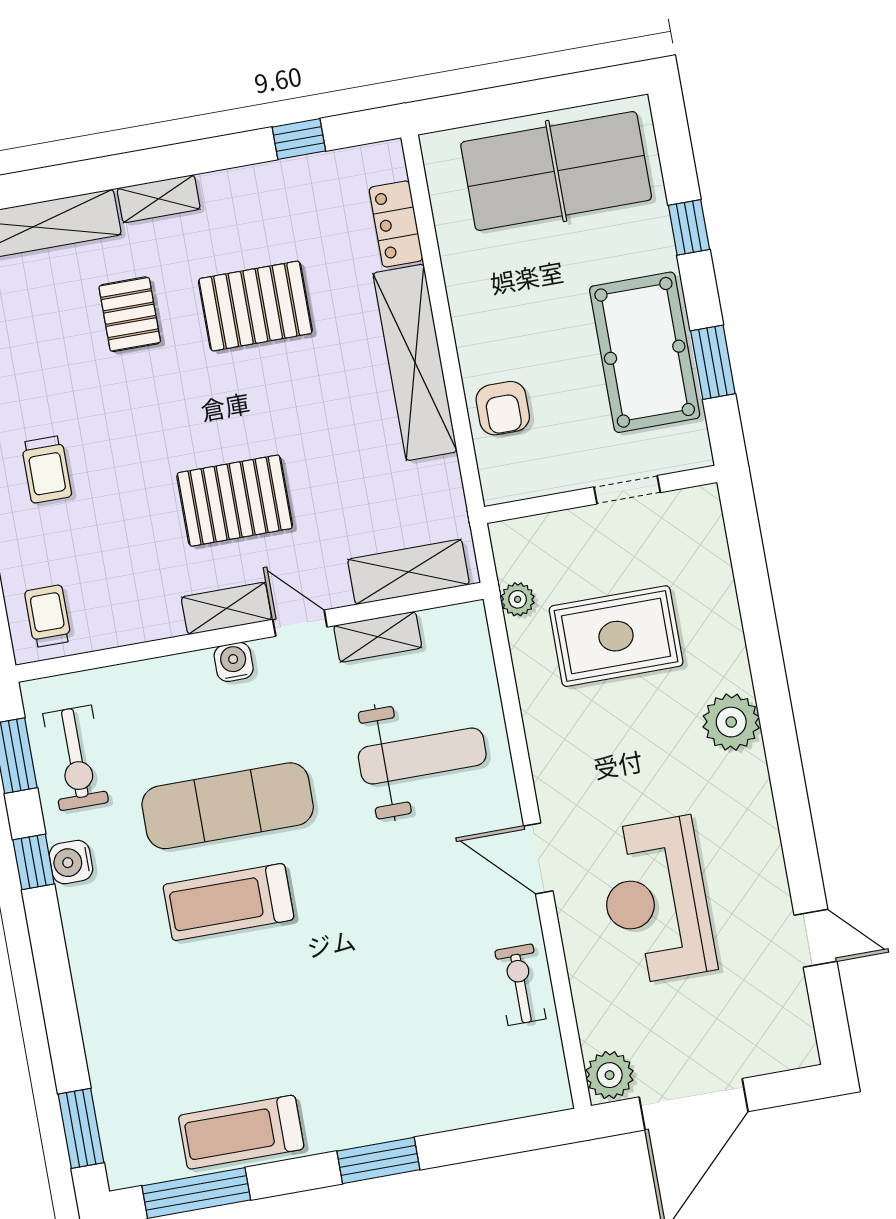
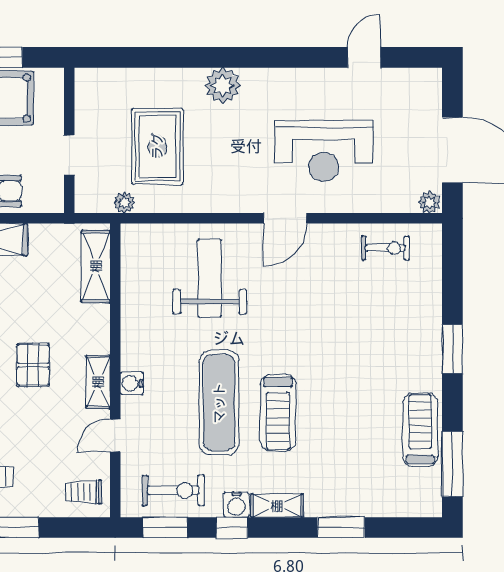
doorway: (627, 490) -> (69, 155), moved
pallet: (235, 501) -> (33, 365), width x0.67, depth x0.71
door: (300, 623) -> (115, 435), moved
shelving: (378, 637) -> (277, 506), moved, turned 90
exercise bike: (520, 985) -> (385, 248), moved, turned 180
plant: (610, 1075) -> (429, 202), width x0.73, depth x0.73
window: (81, 1128) -> (341, 527), moved
treadmill: (241, 1132) -> (420, 430), turned 180

